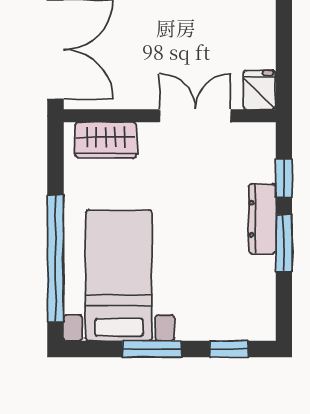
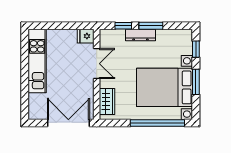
double door: (195, 116) -> (97, 64), swing flipped
bed with nightstands: (119, 275) -> (165, 87), width x1.36

